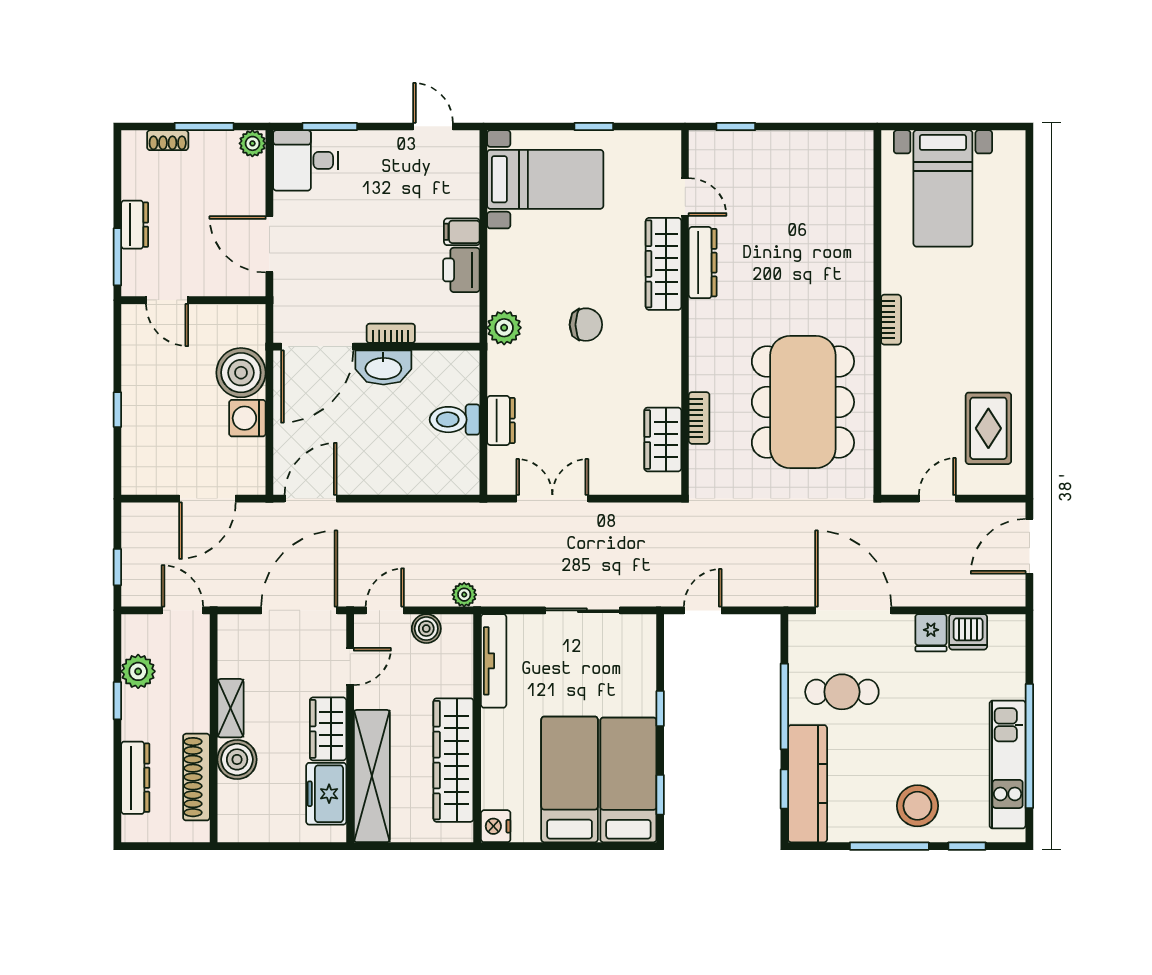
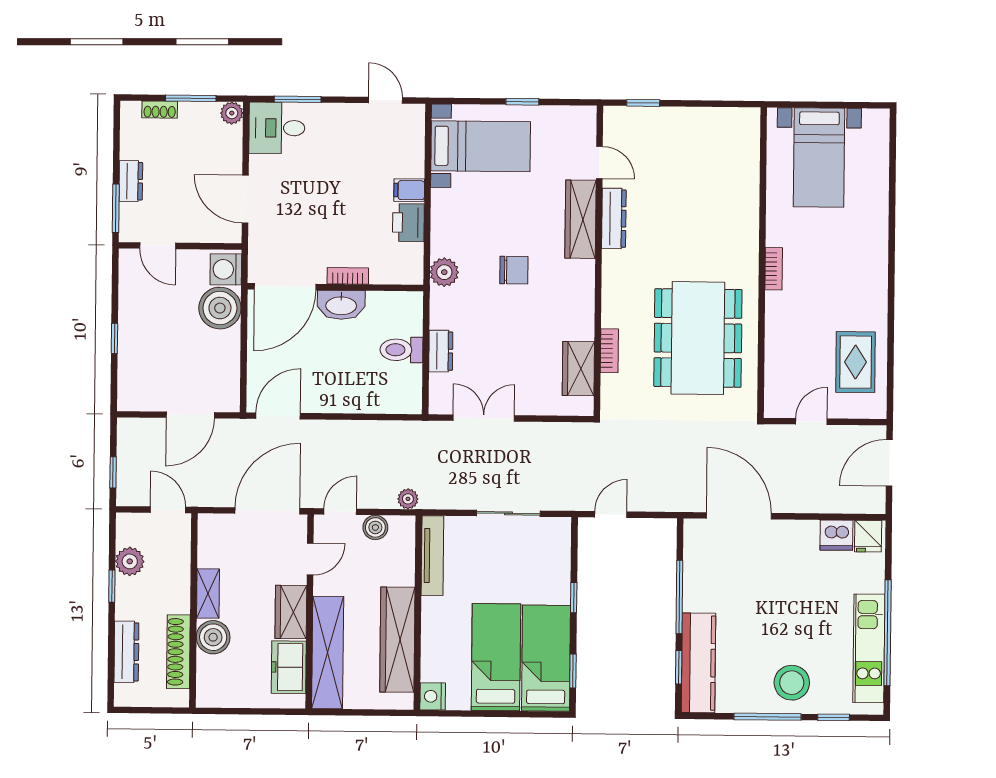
washing machine: (247, 418) -> (226, 269), moved
fridge: (931, 633) -> (868, 536), moved
cafe table: (842, 692) -> (729, 585), removed

